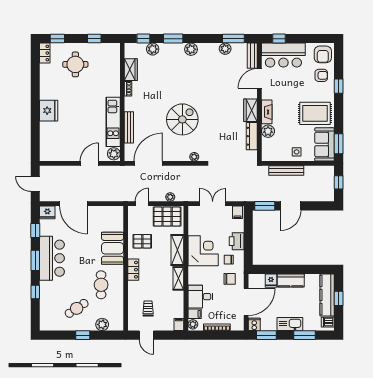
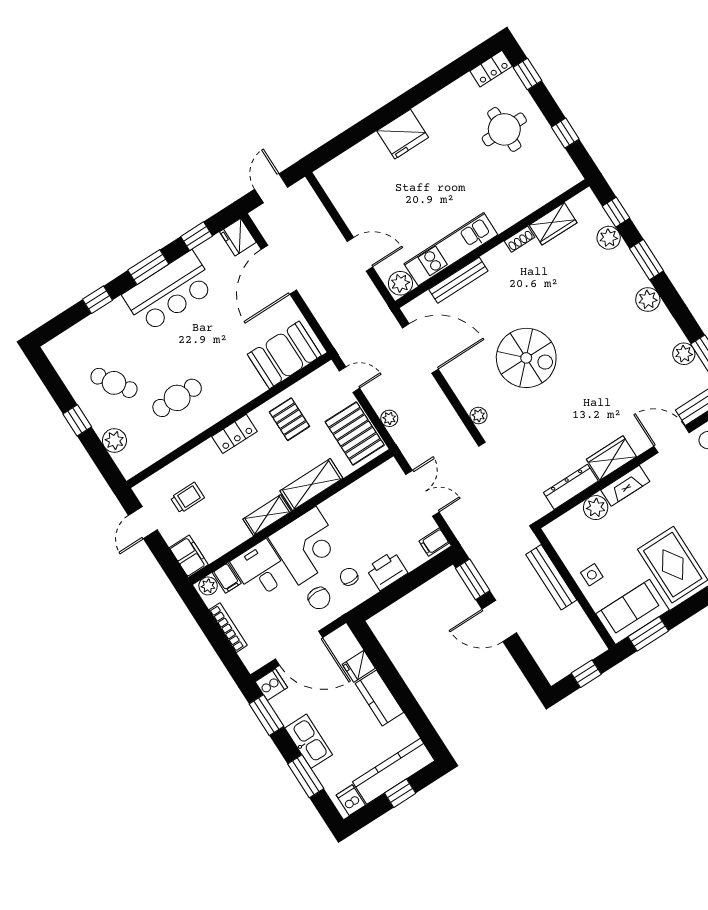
booth: (113, 248) -> (284, 355), moved
corner desk: (203, 251) -> (307, 546), moved
filing cabinet: (179, 324) -> (189, 556), width x2.00

